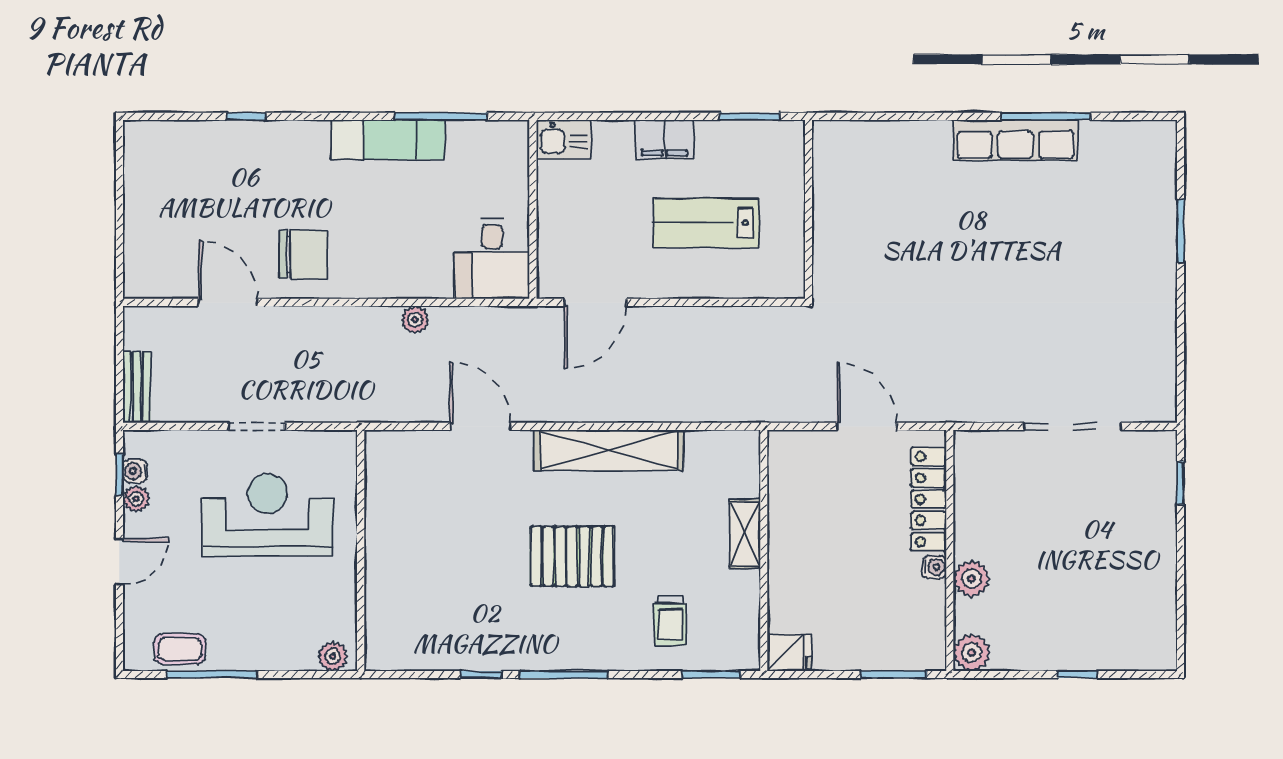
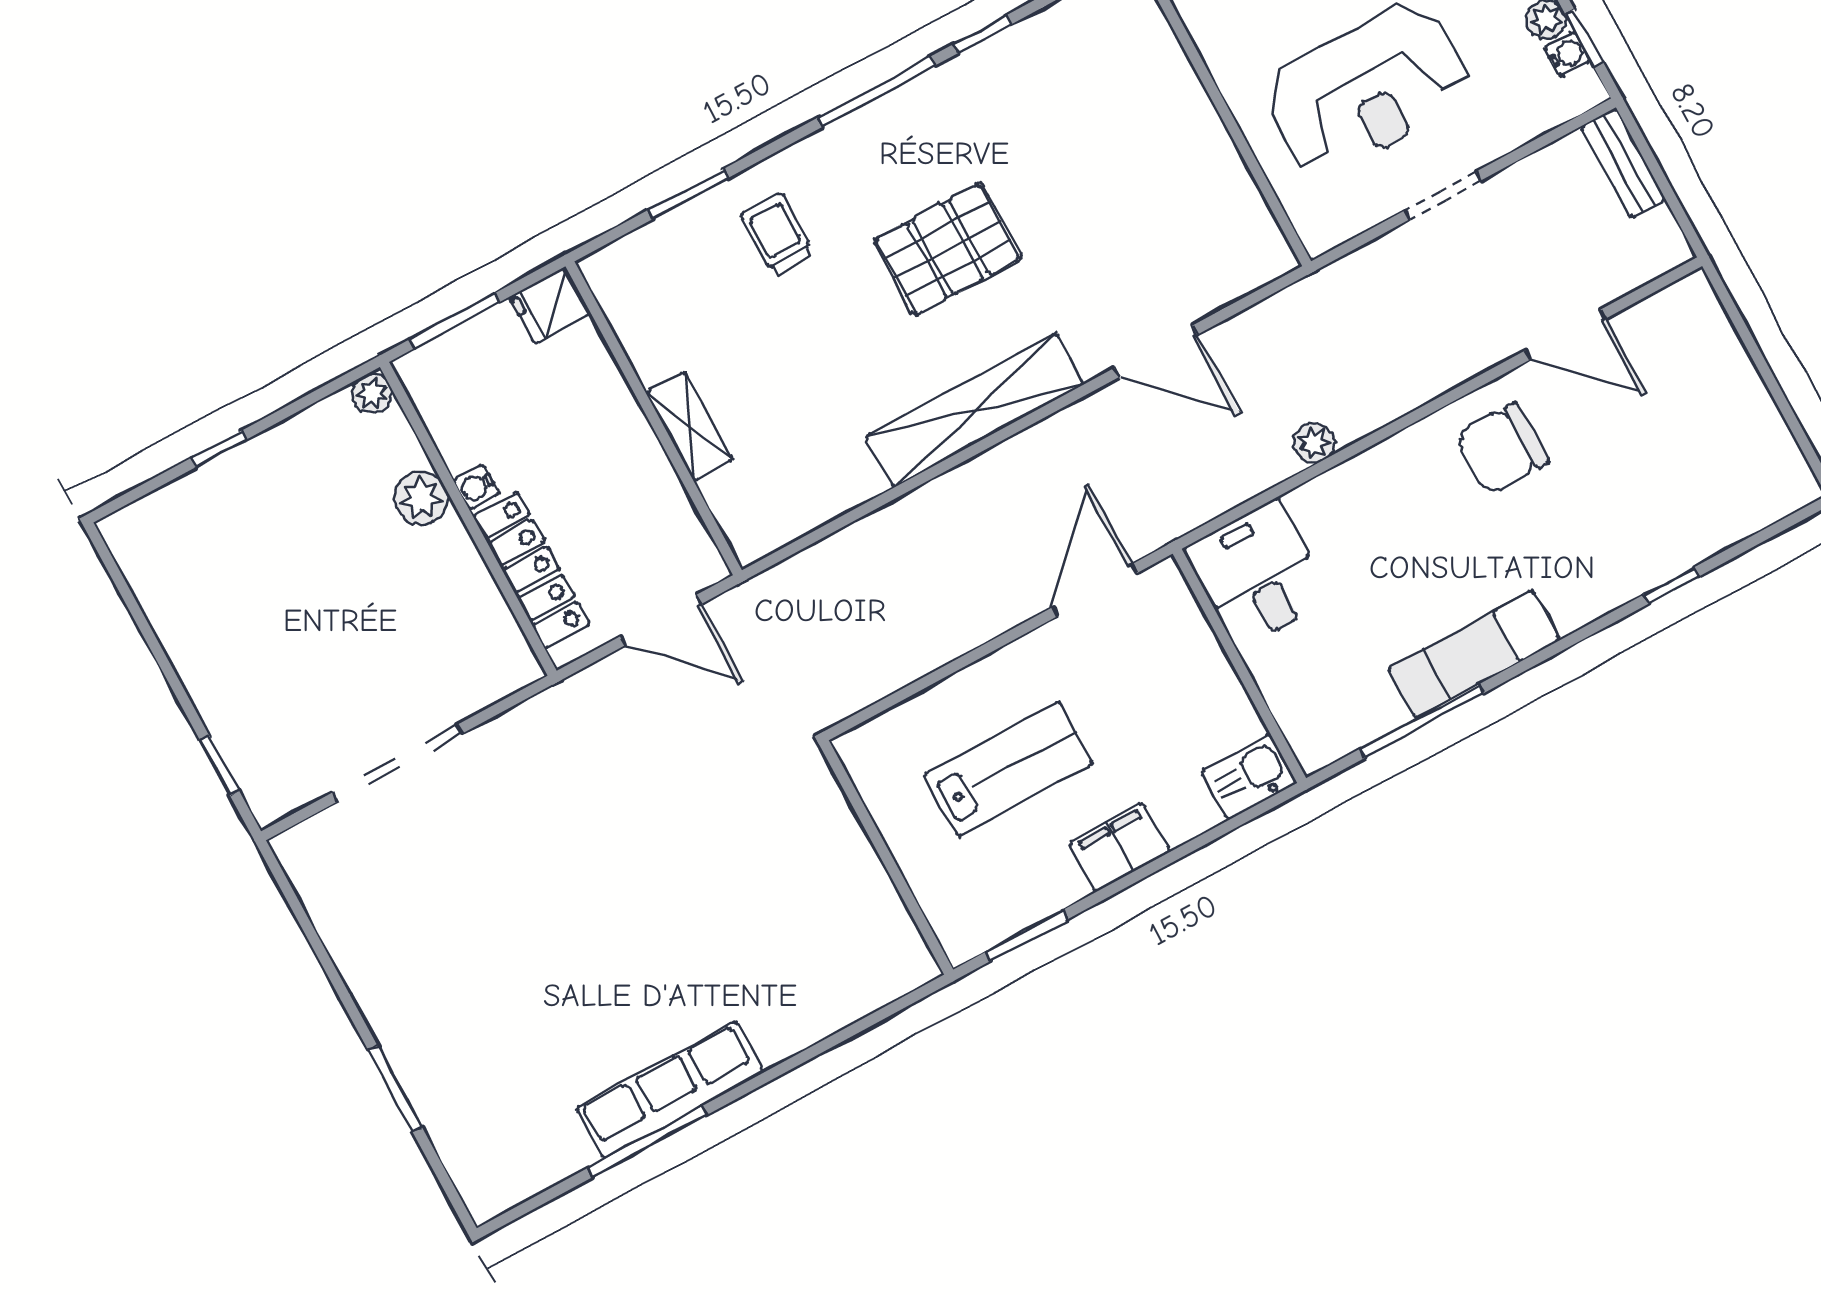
shelving: (745, 534) -> (689, 426), moved
wall: (764, 550) -> (654, 418), moved
fridge: (789, 652) -> (550, 305), moved
plant: (972, 653) -> (372, 393), width x0.73, depth x0.73

